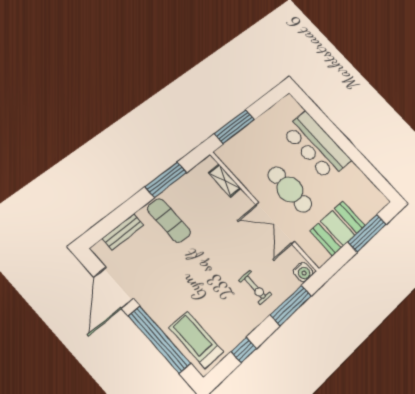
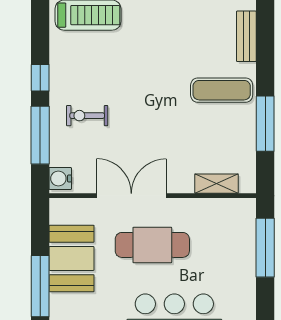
window: (244, 350) -> (40, 78), moved

